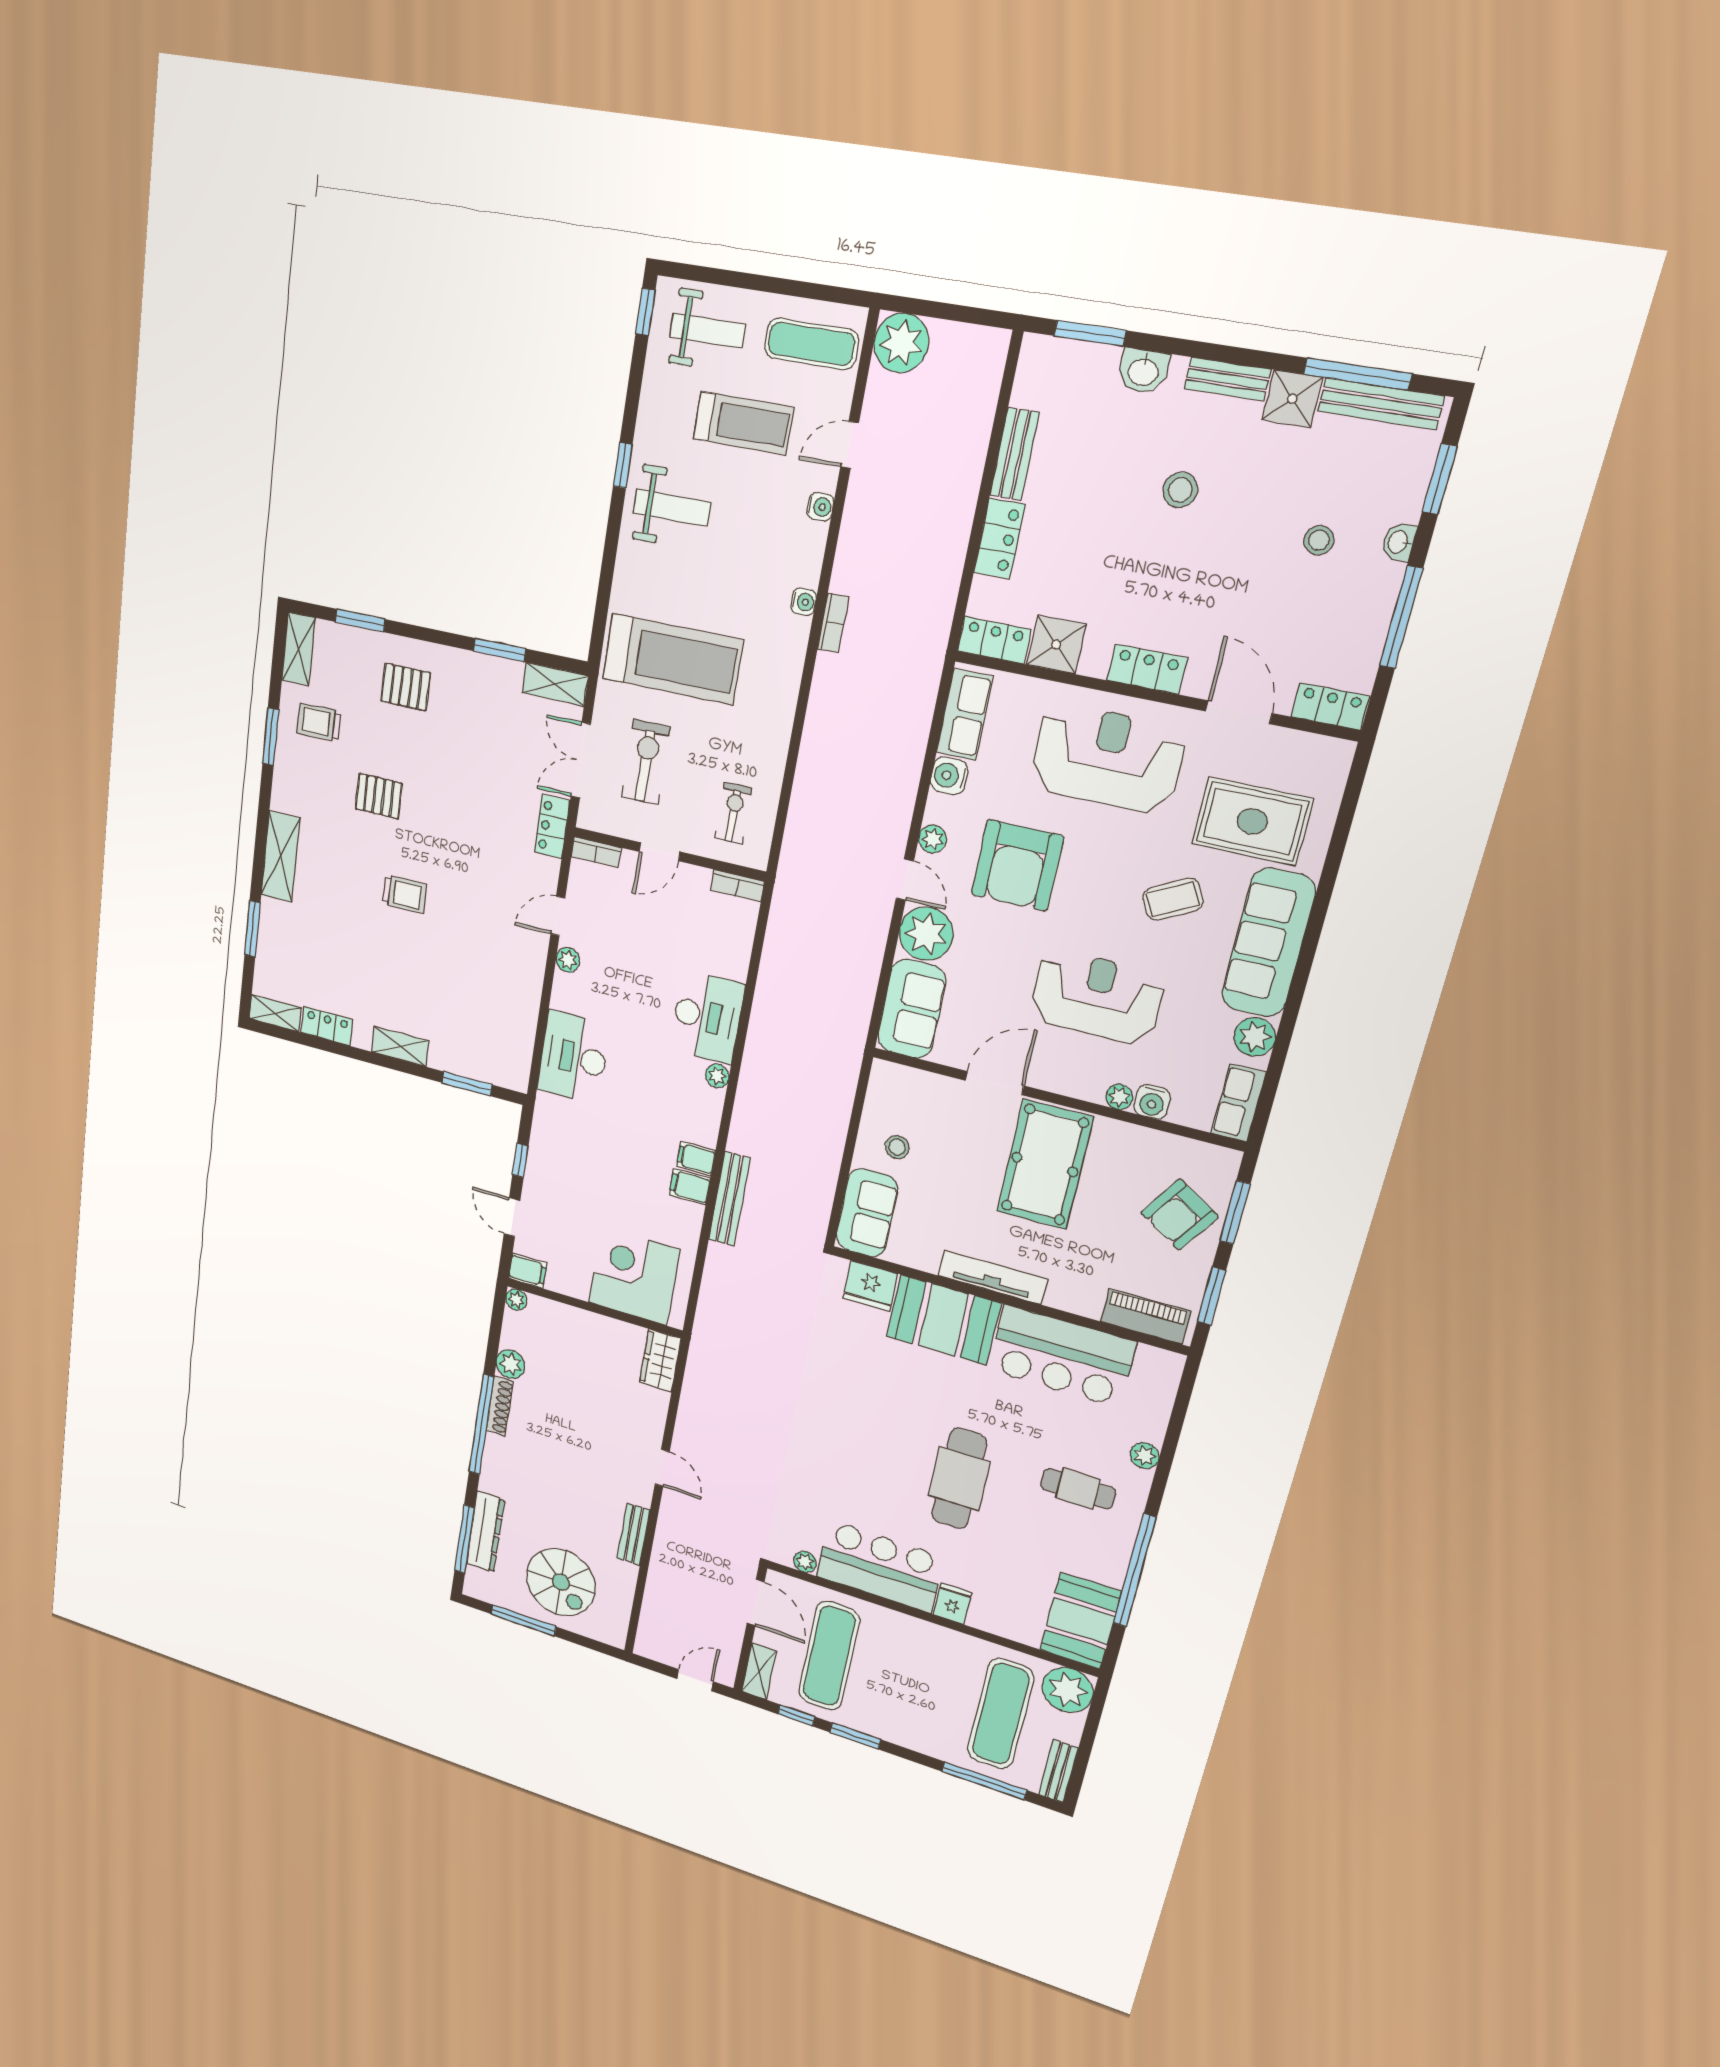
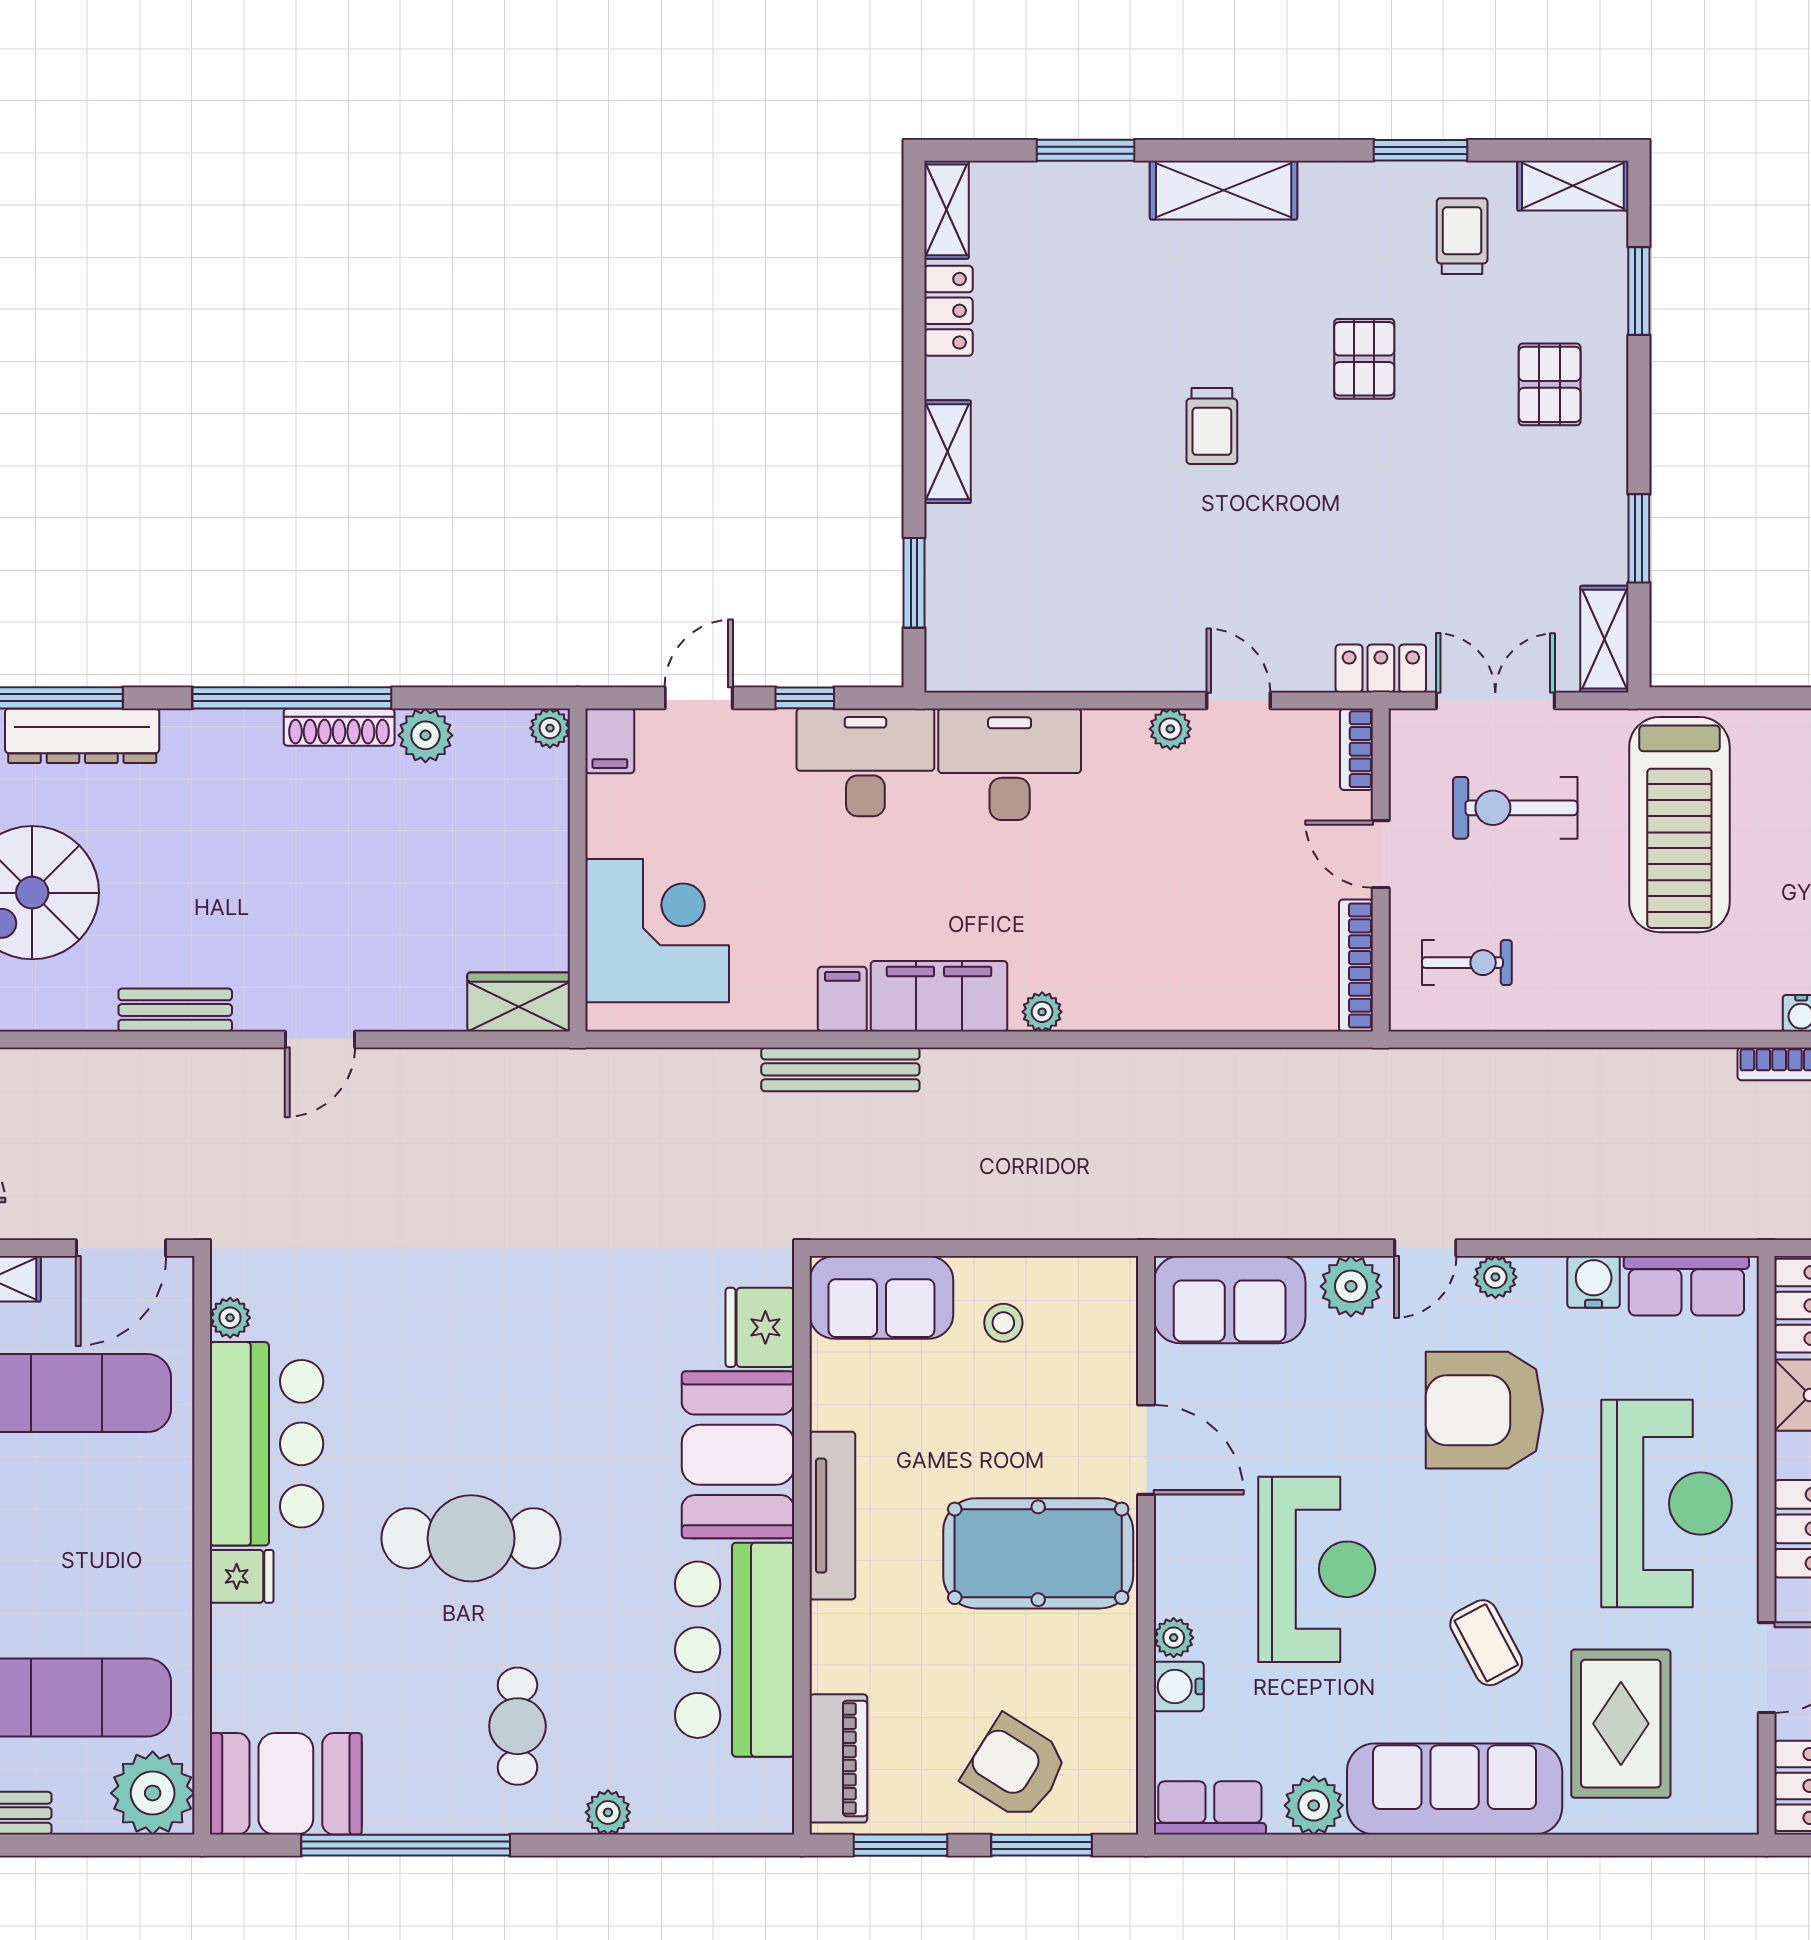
exercise bike: (646, 762) -> (1515, 808), turned 180
bookcase: (737, 886) -> (1356, 966), width x1.56
plant: (926, 934) -> (1351, 1286), width x0.73, depth x0.73
desk: (707, 1017) -> (865, 762), moved, turned 180
filing cabinet: (696, 1158) -> (939, 996), width x3.00, depth x1.17

